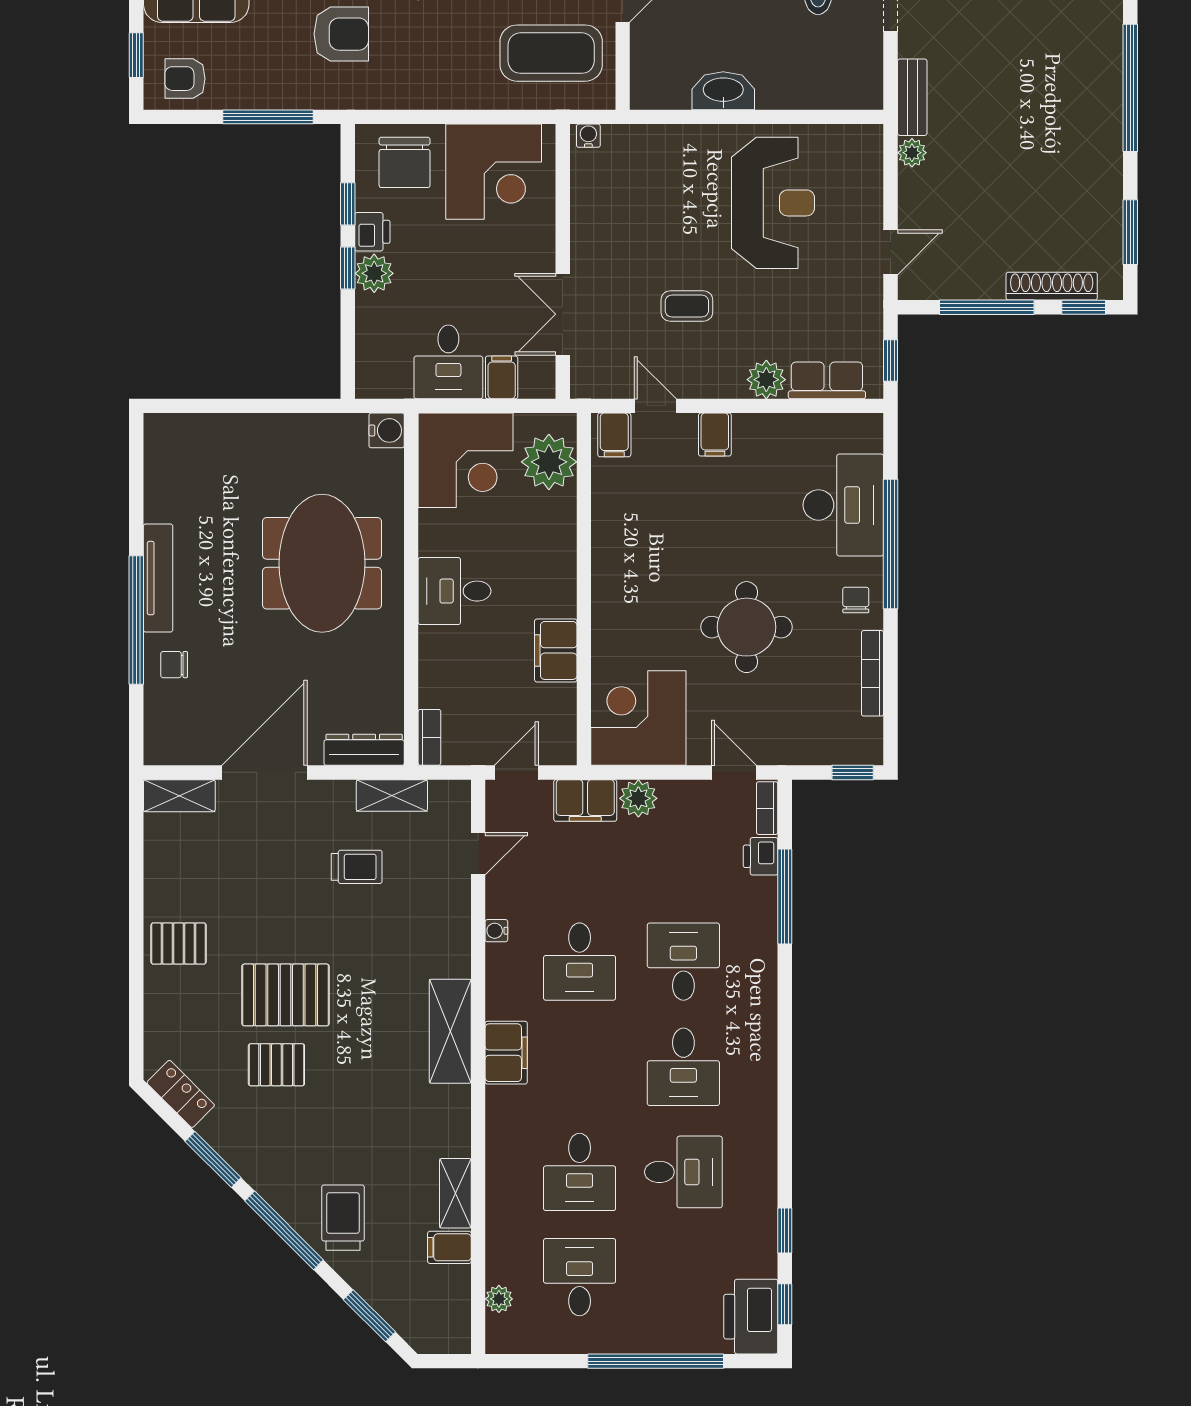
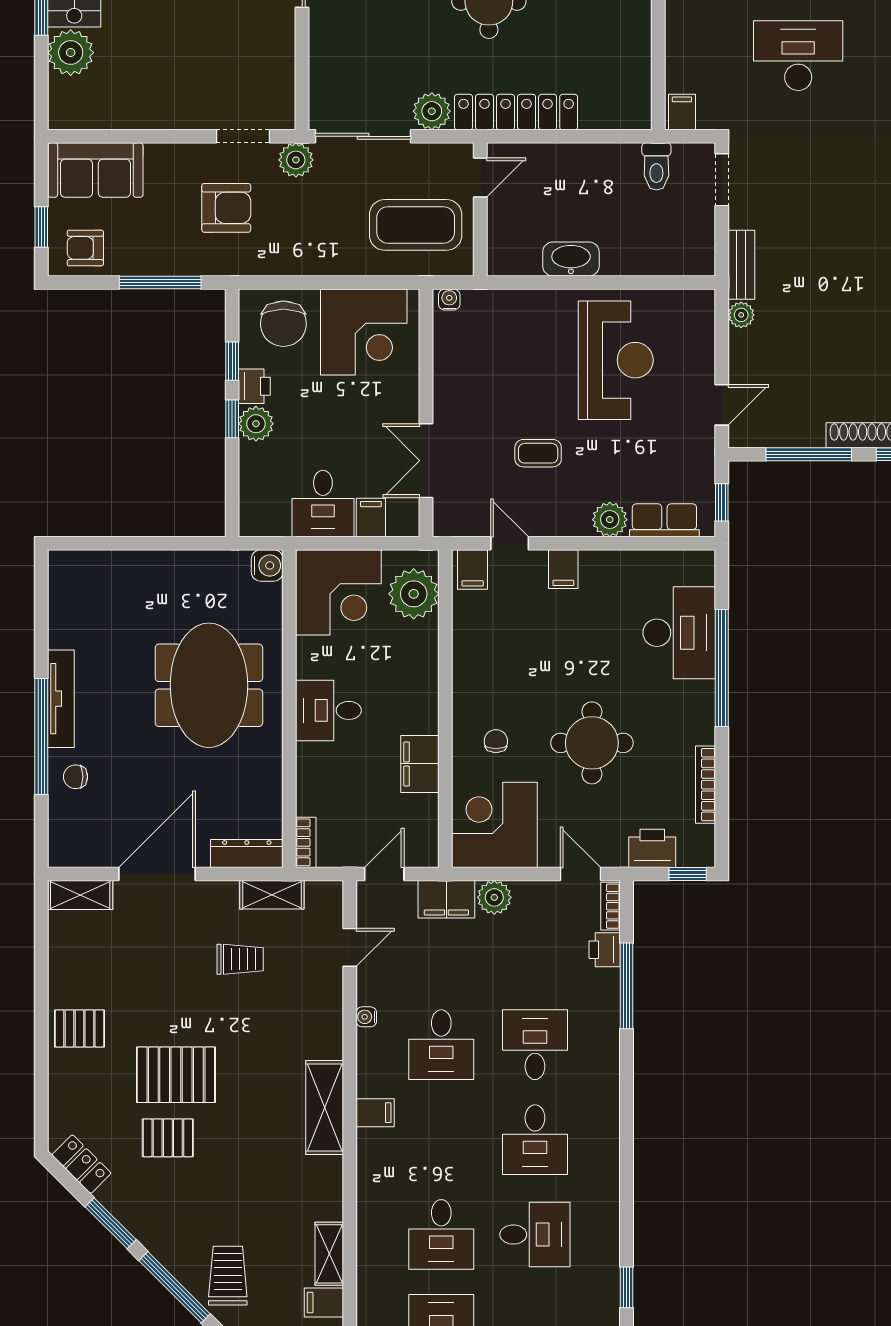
chair: (856, 600) -> (496, 741), moved
printer: (813, 744) -> (652, 848), added
filing cabinet: (506, 1053) -> (375, 1113), width x0.50

